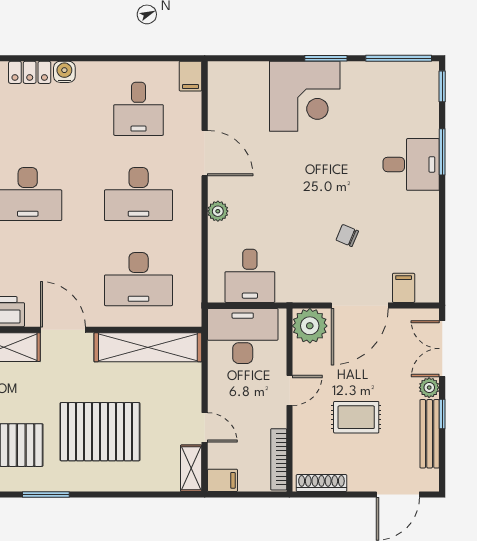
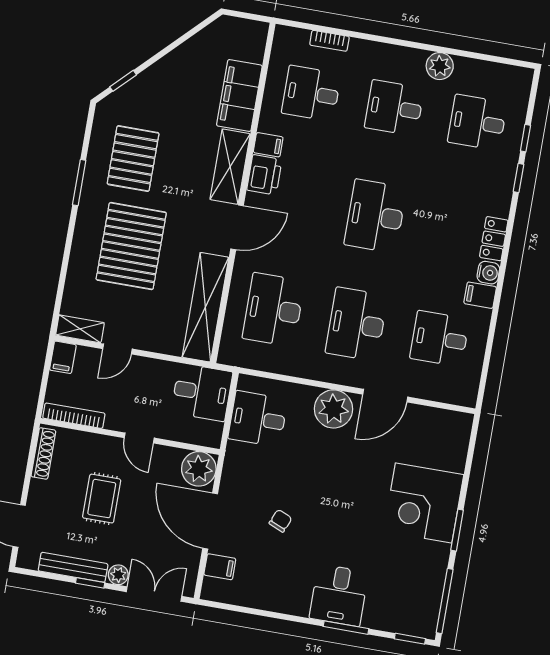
filing cabinet: (191, 76) -> (480, 295), moved
plant: (218, 211) -> (334, 409), width x1.88, depth x1.88
desk: (243, 336) -> (202, 392), width x0.73

